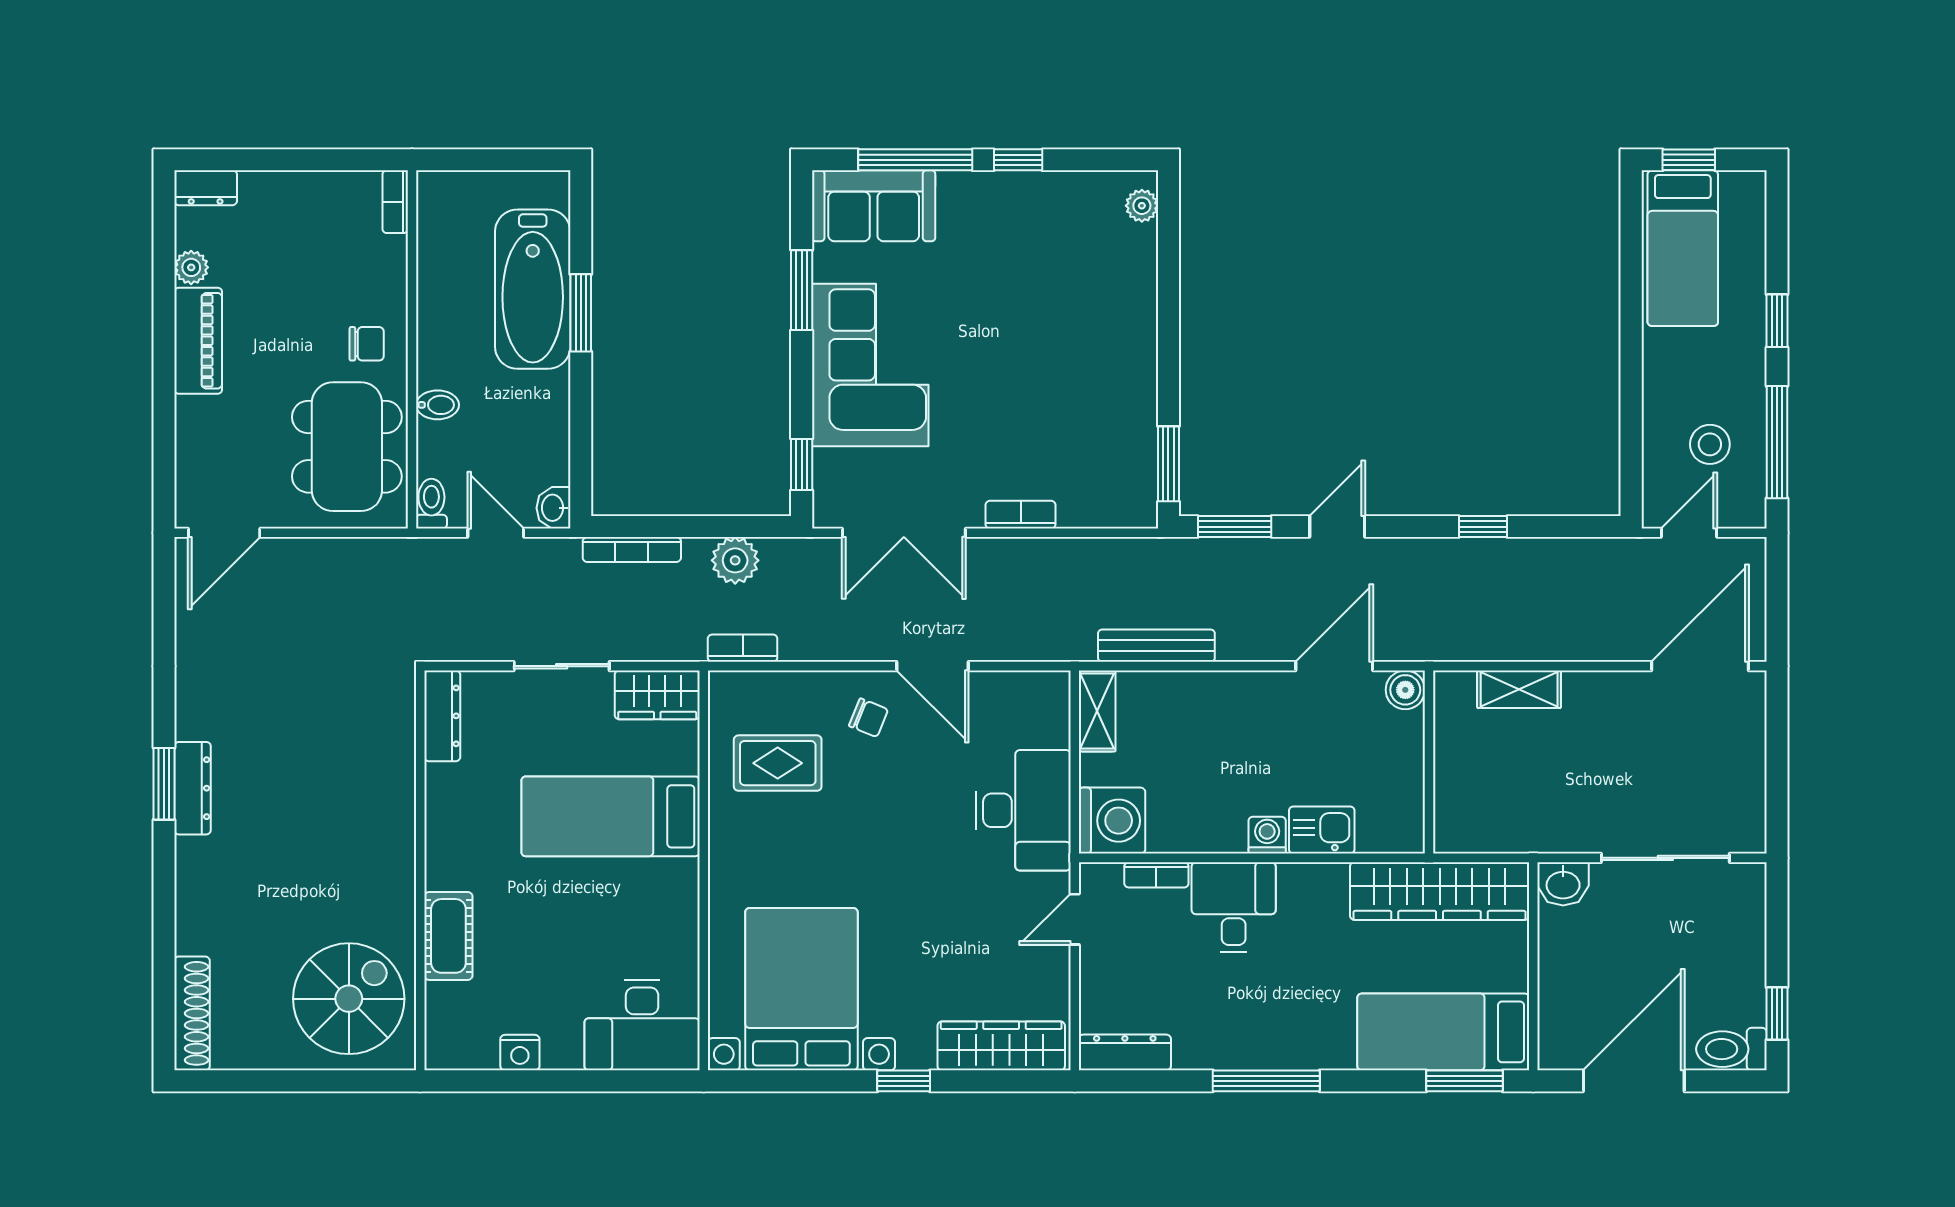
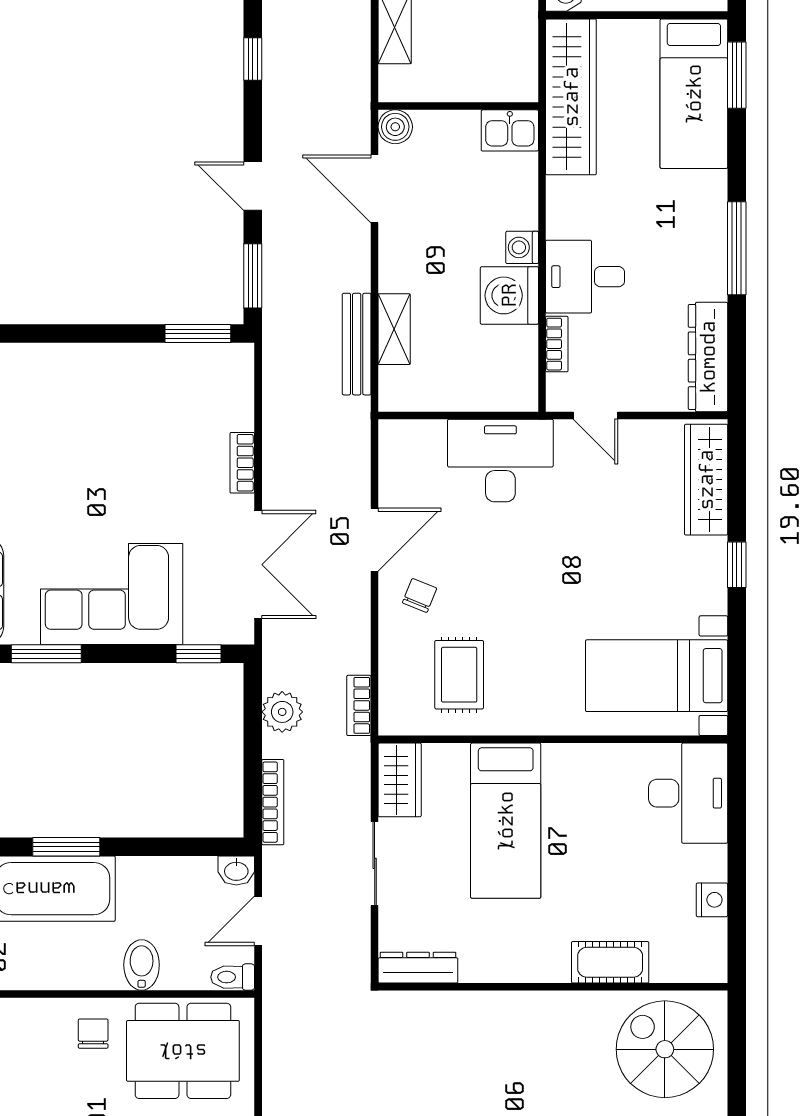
bidet: (438, 405) -> (142, 965), width x1.38, depth x1.36
shelving: (1097, 711) -> (394, 329), moved, turned 90
washing machine: (1112, 821) -> (509, 295), moved, turned -90
kitchen sink: (1322, 830) -> (510, 130), moved, turned -90
bed with nightstands: (801, 989) -> (657, 676), width x0.73
dresser: (1125, 1052) -> (708, 357), width x1.37, depth x1.24

